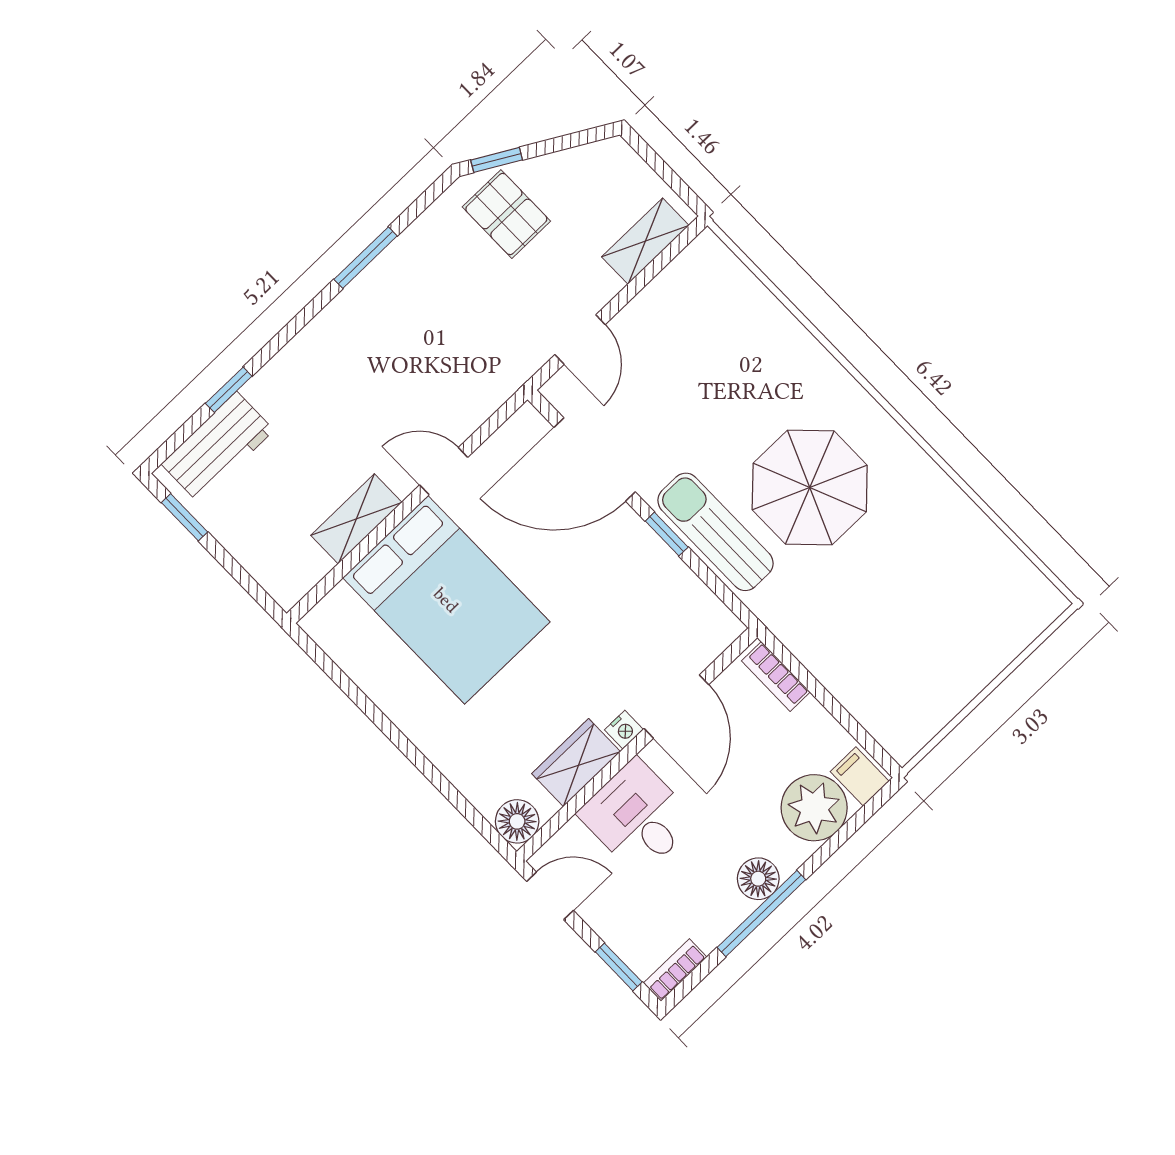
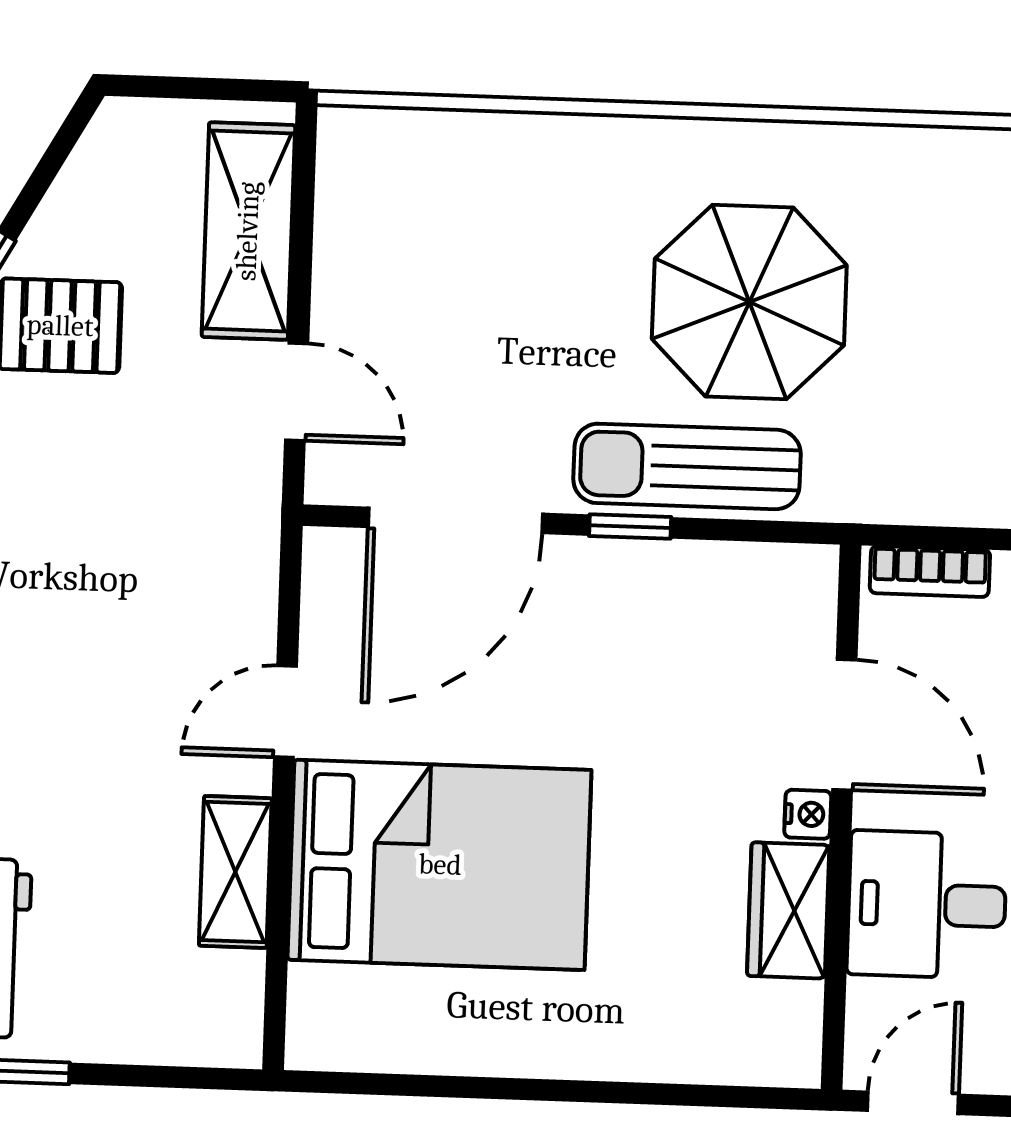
shelving: (645, 241) -> (248, 231), width x1.50, depth x1.33
floor lamp: (517, 821) -> (786, 1051), removed

